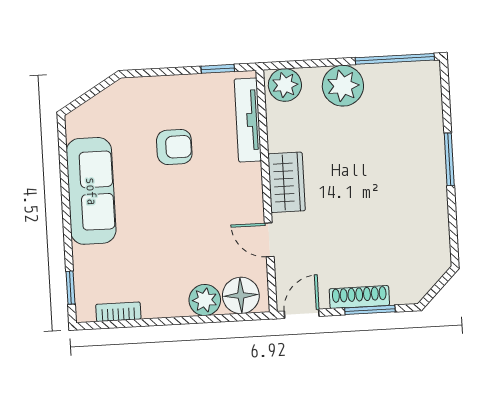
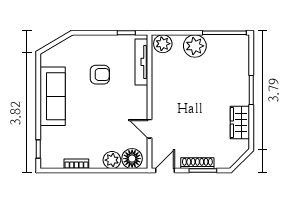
wardrobe: (287, 182) -> (240, 123), moved, turned 180
bookcase: (118, 312) -> (76, 164), moved

